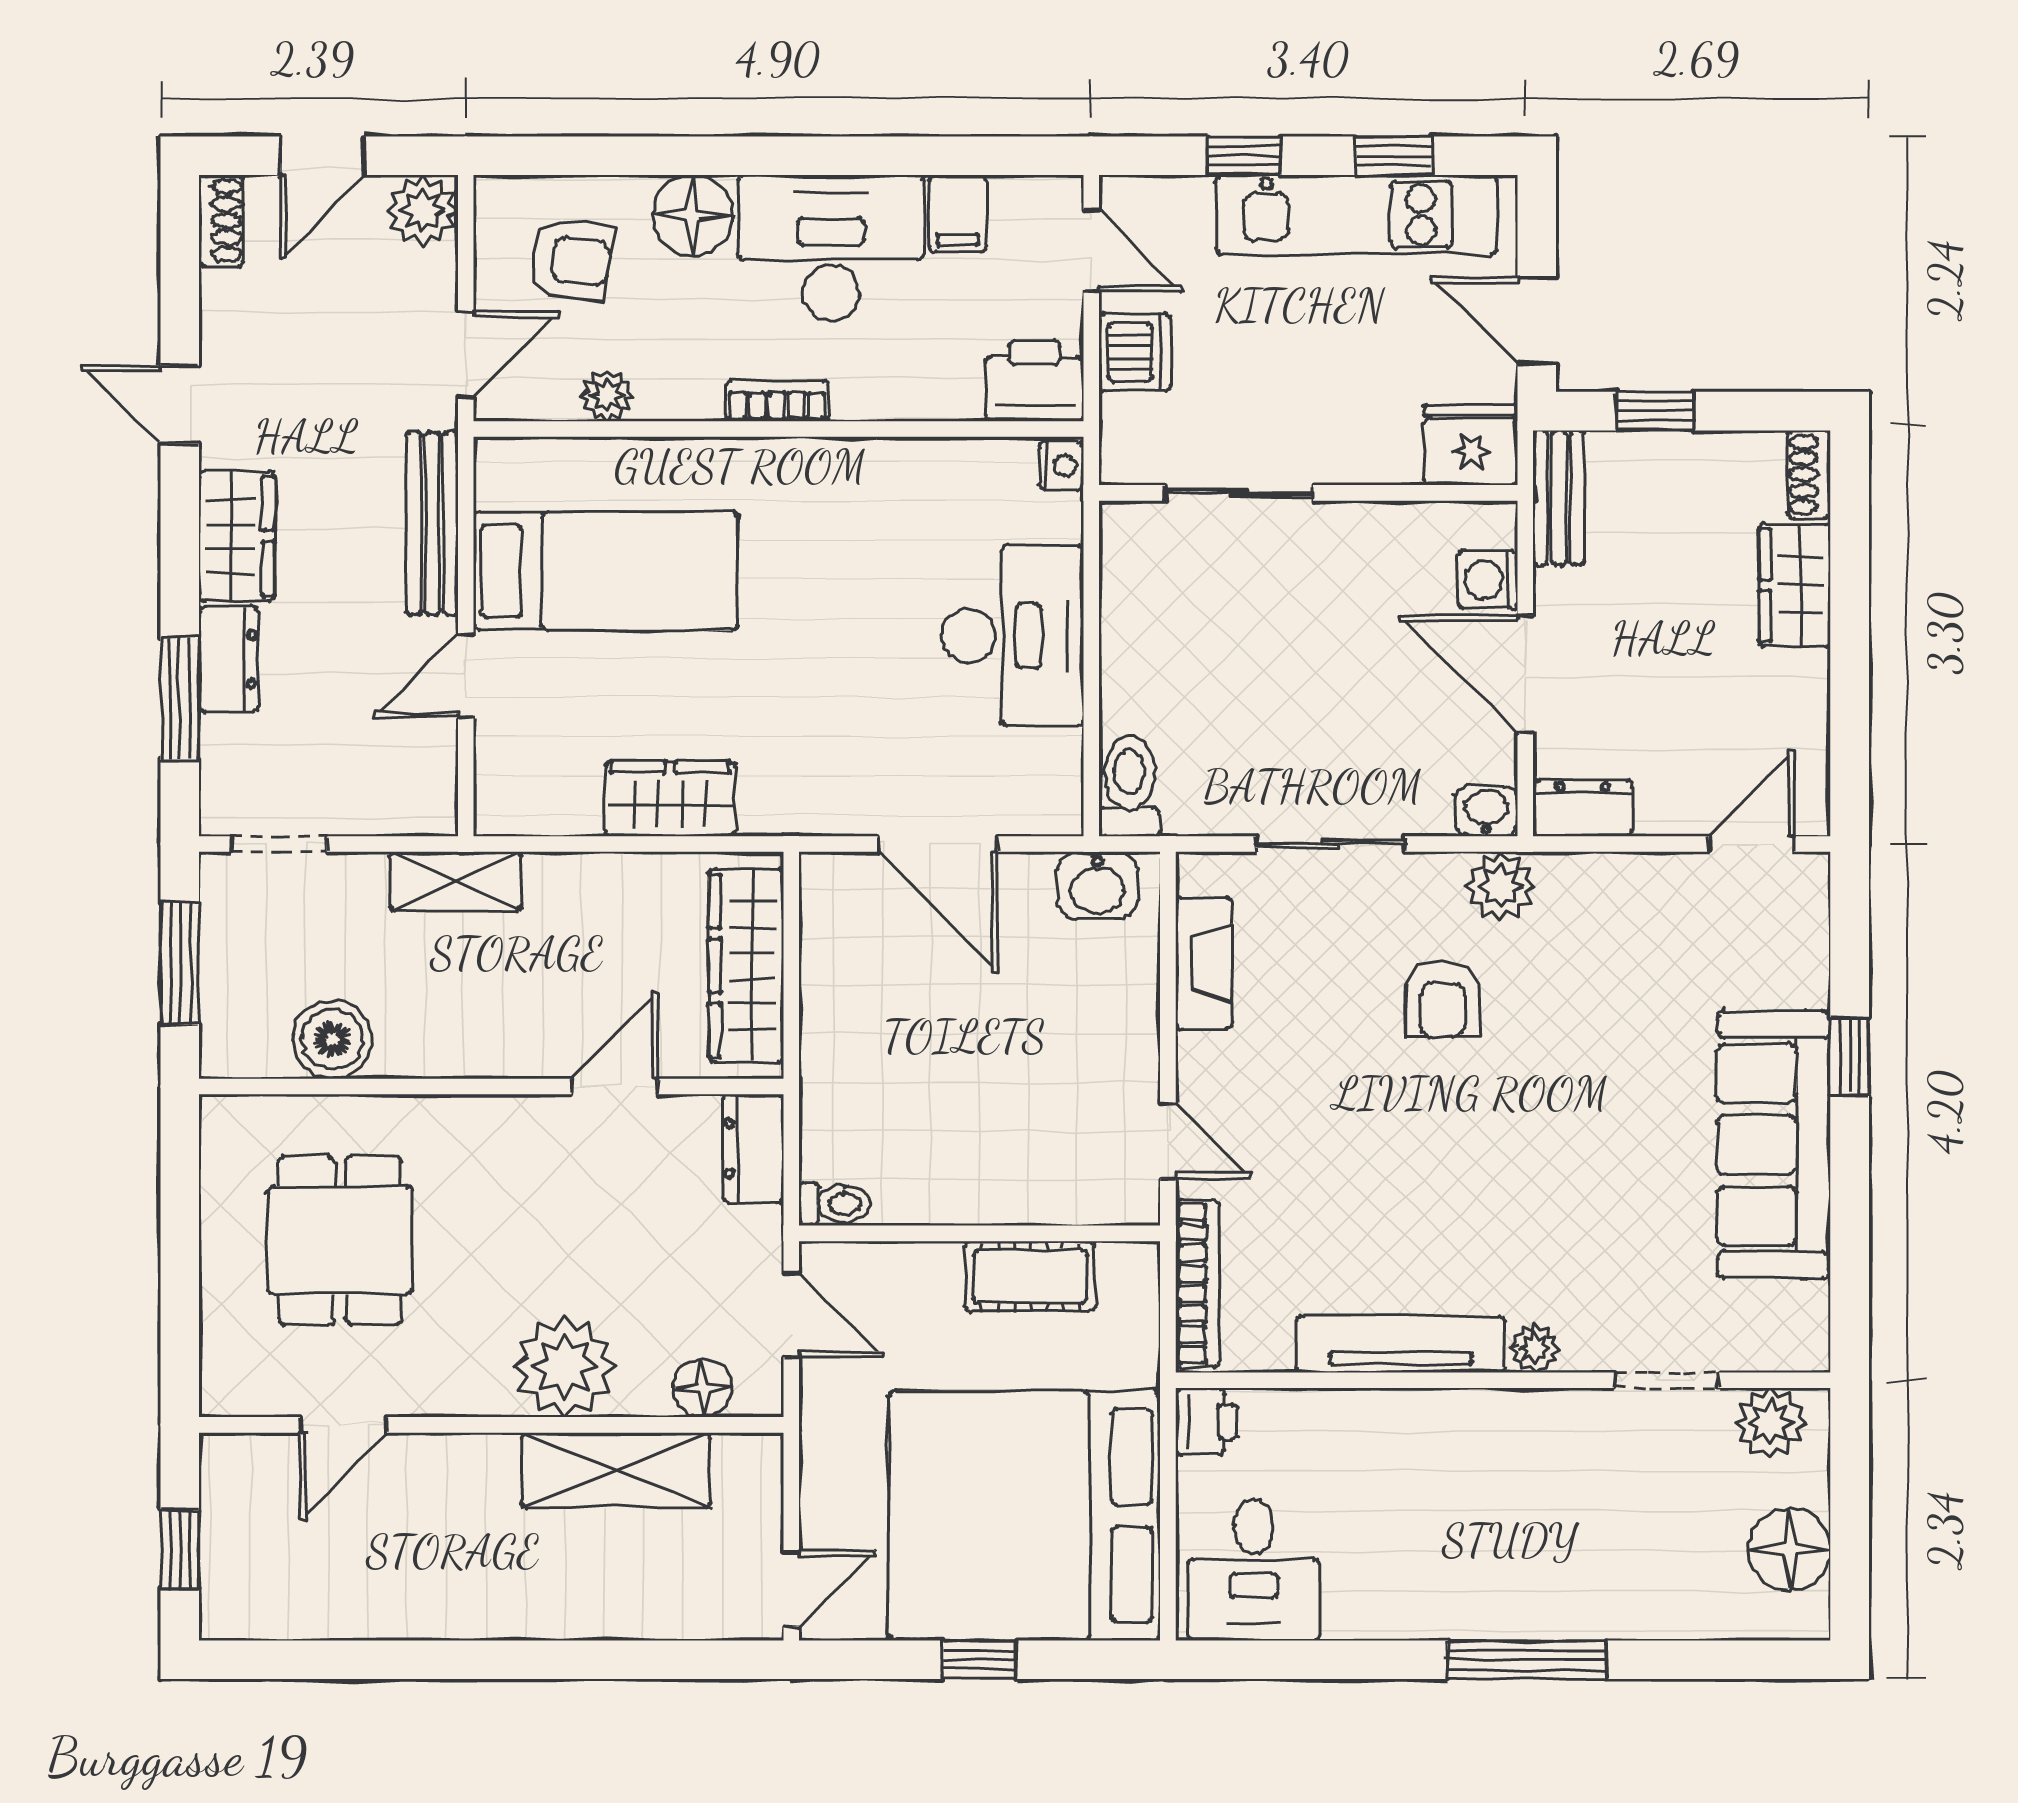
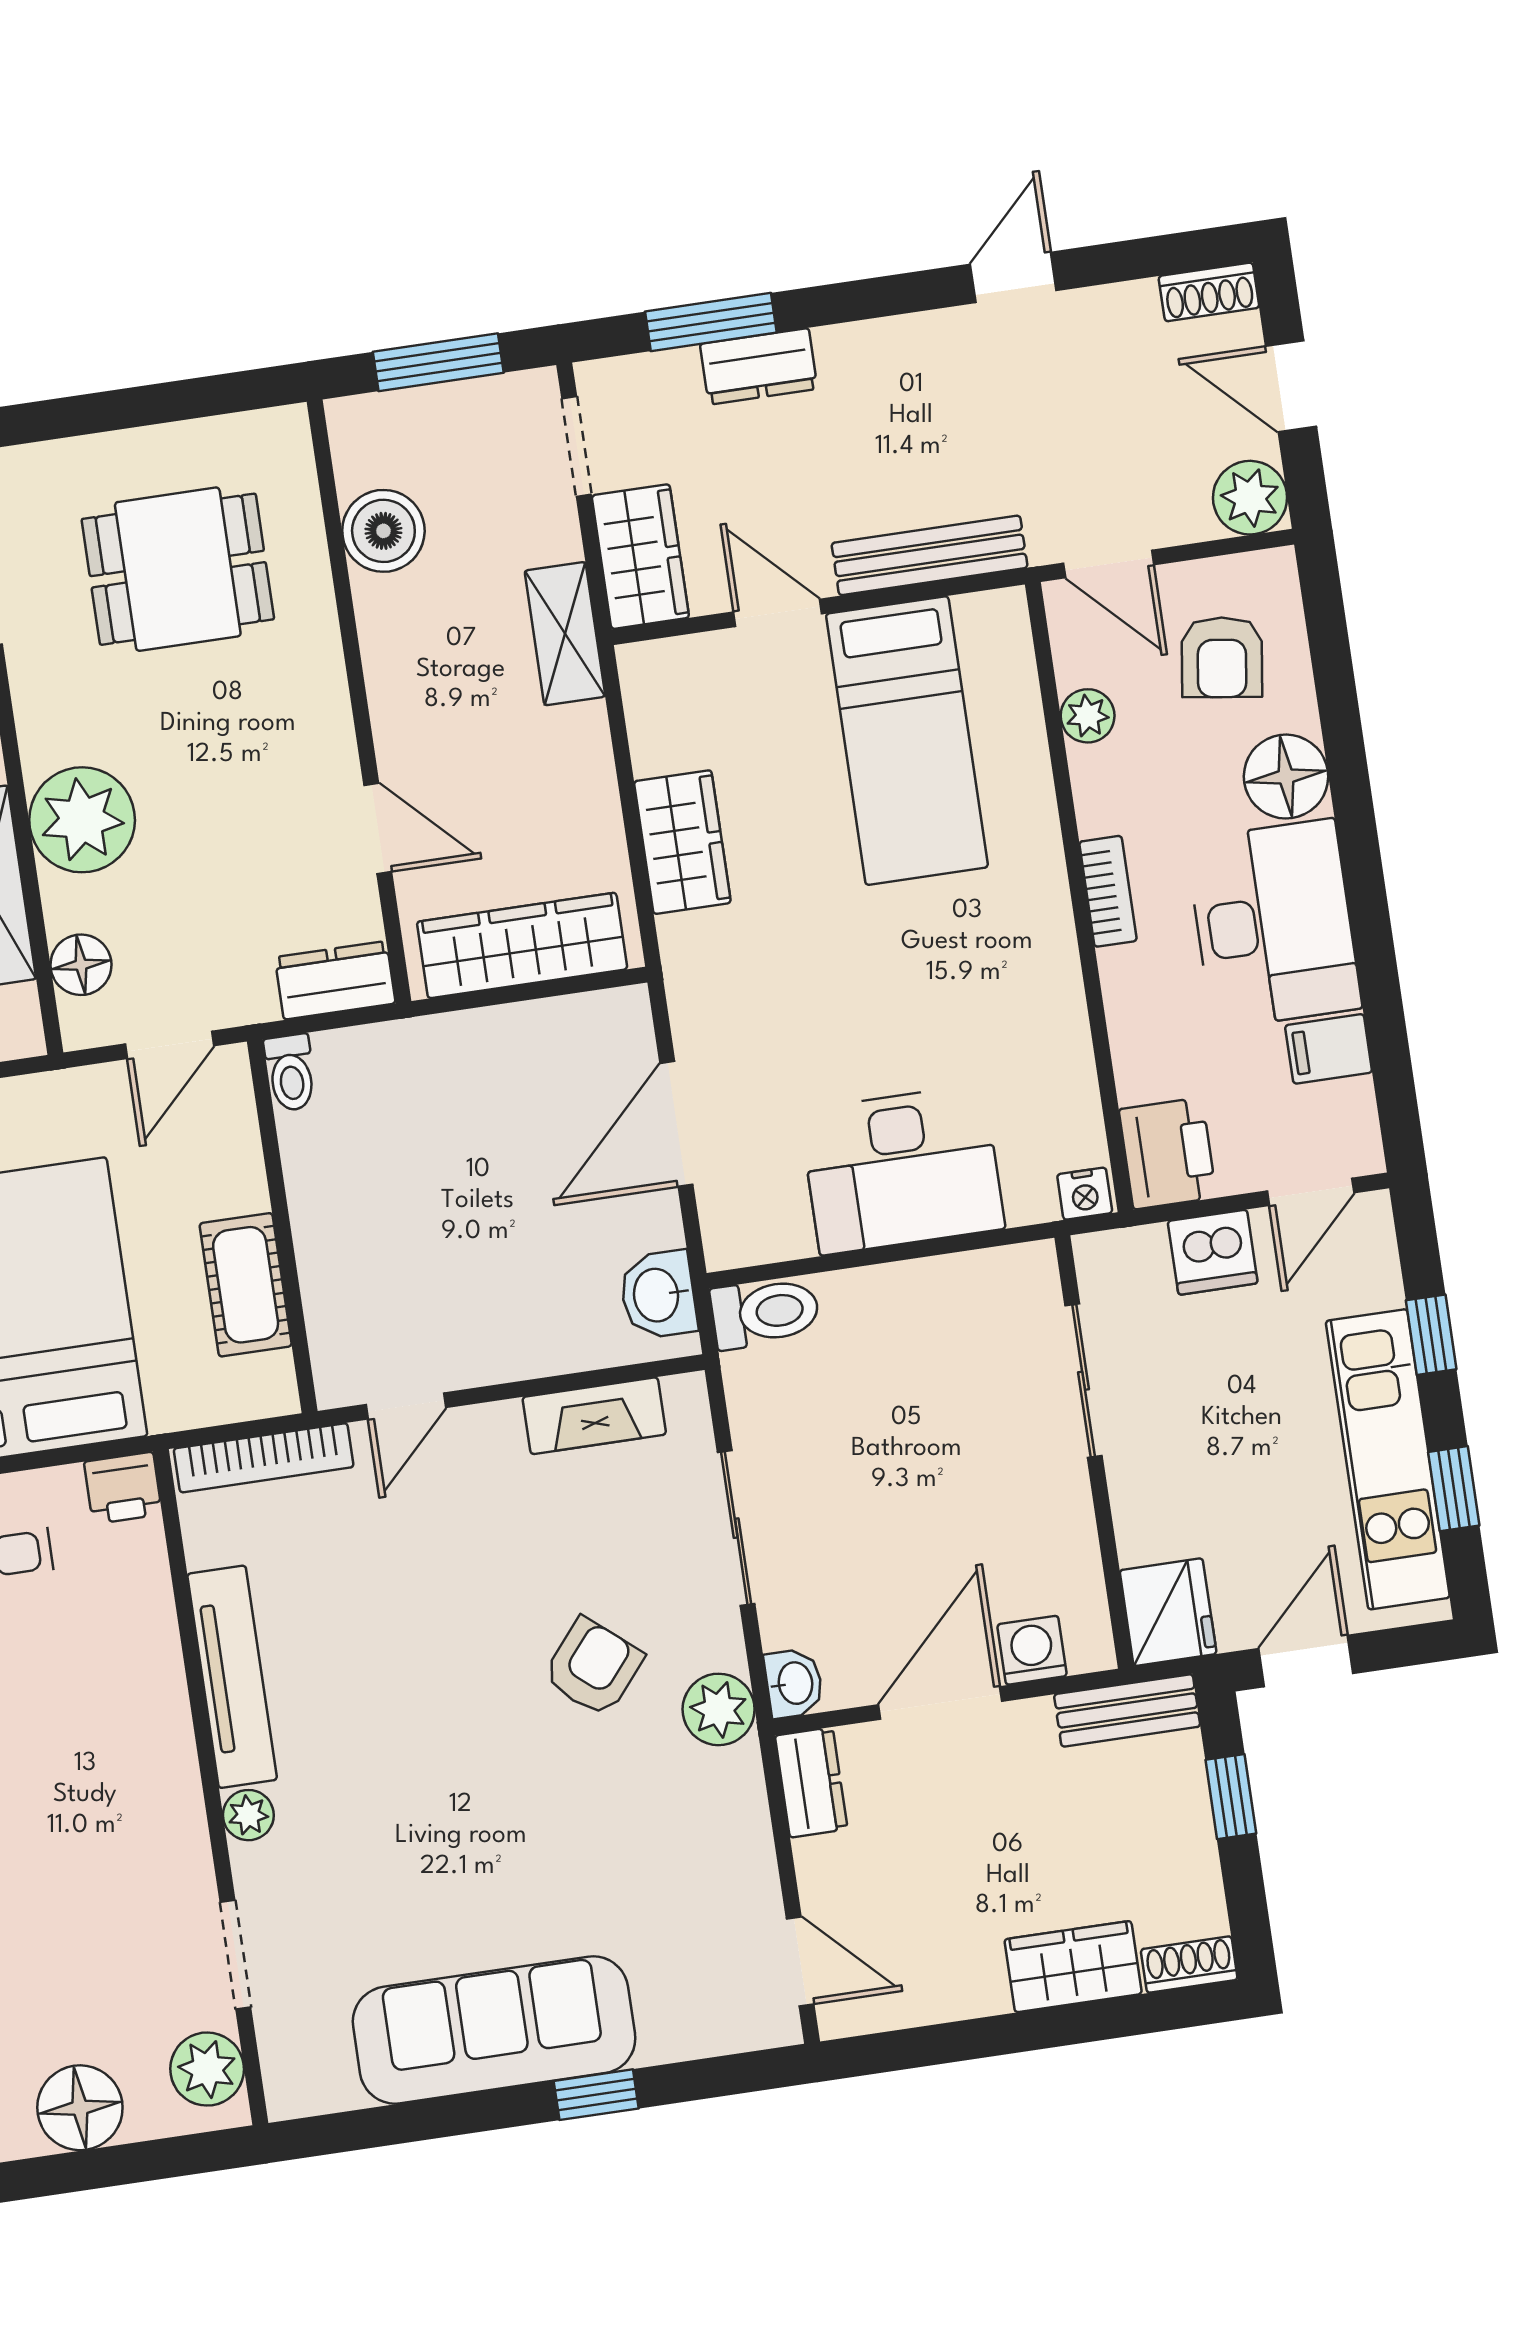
wardrobe: (237, 536) -> (640, 557), moved, turned -90
armchair: (1443, 999) -> (593, 1667), turned 130

